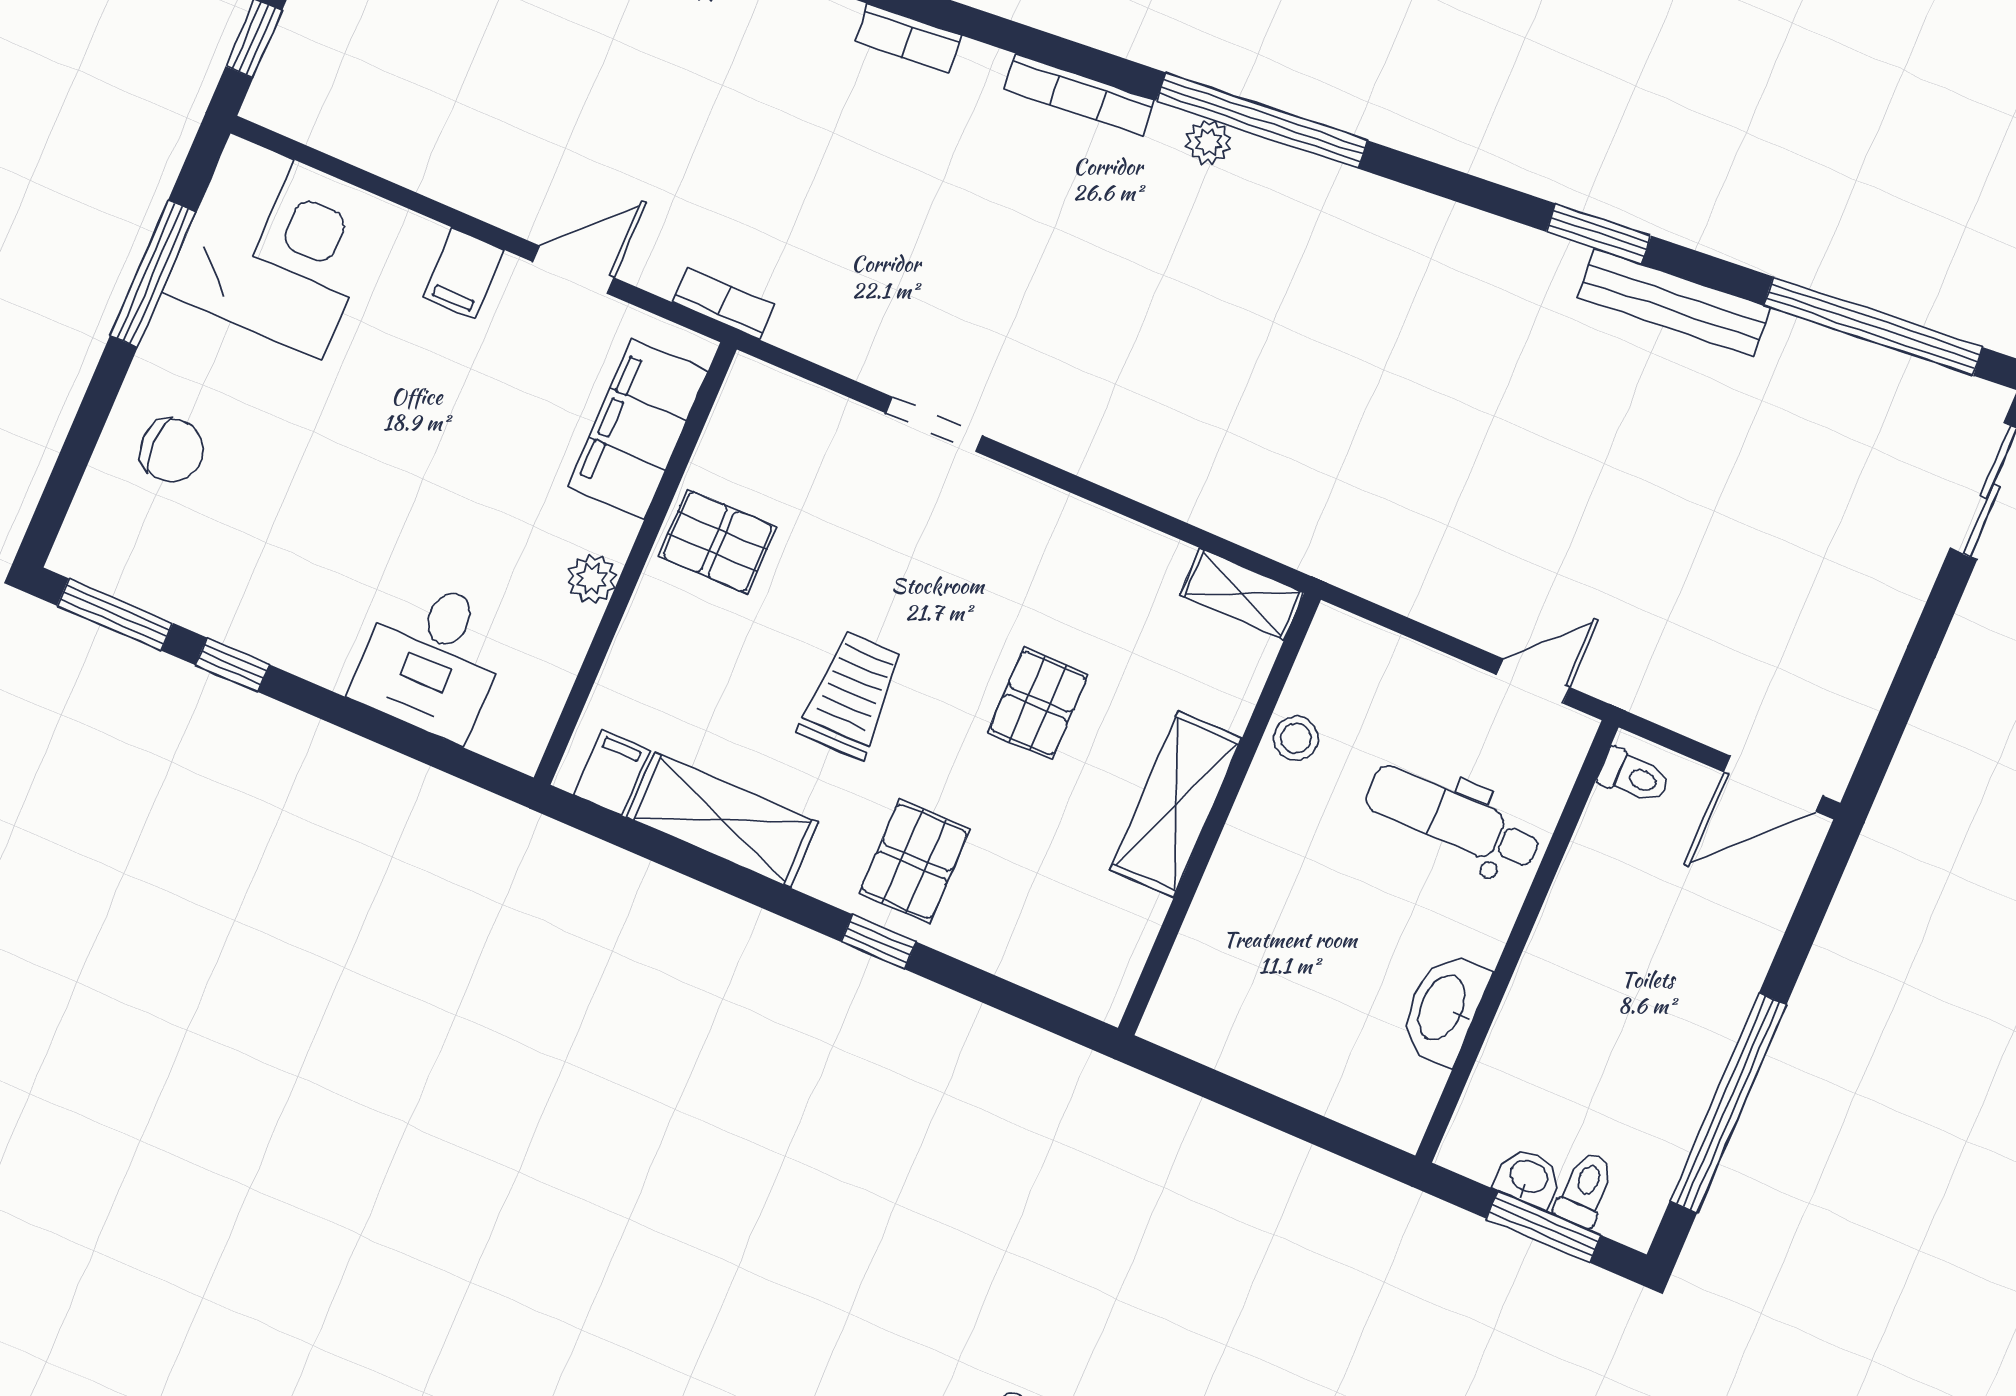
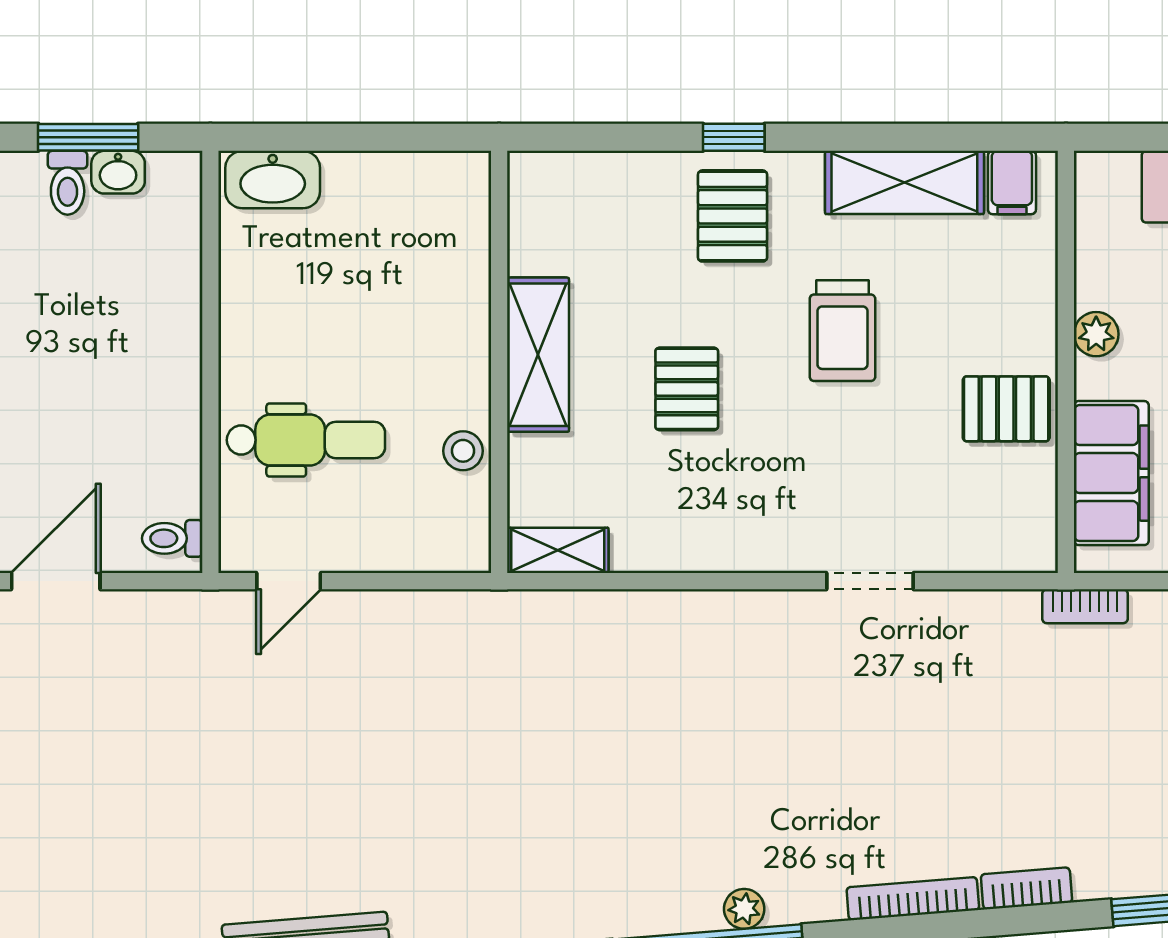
bookcase: (1079, 95) -> (913, 899), moved
washbasin: (1443, 1008) -> (273, 180), moved, turned 90

